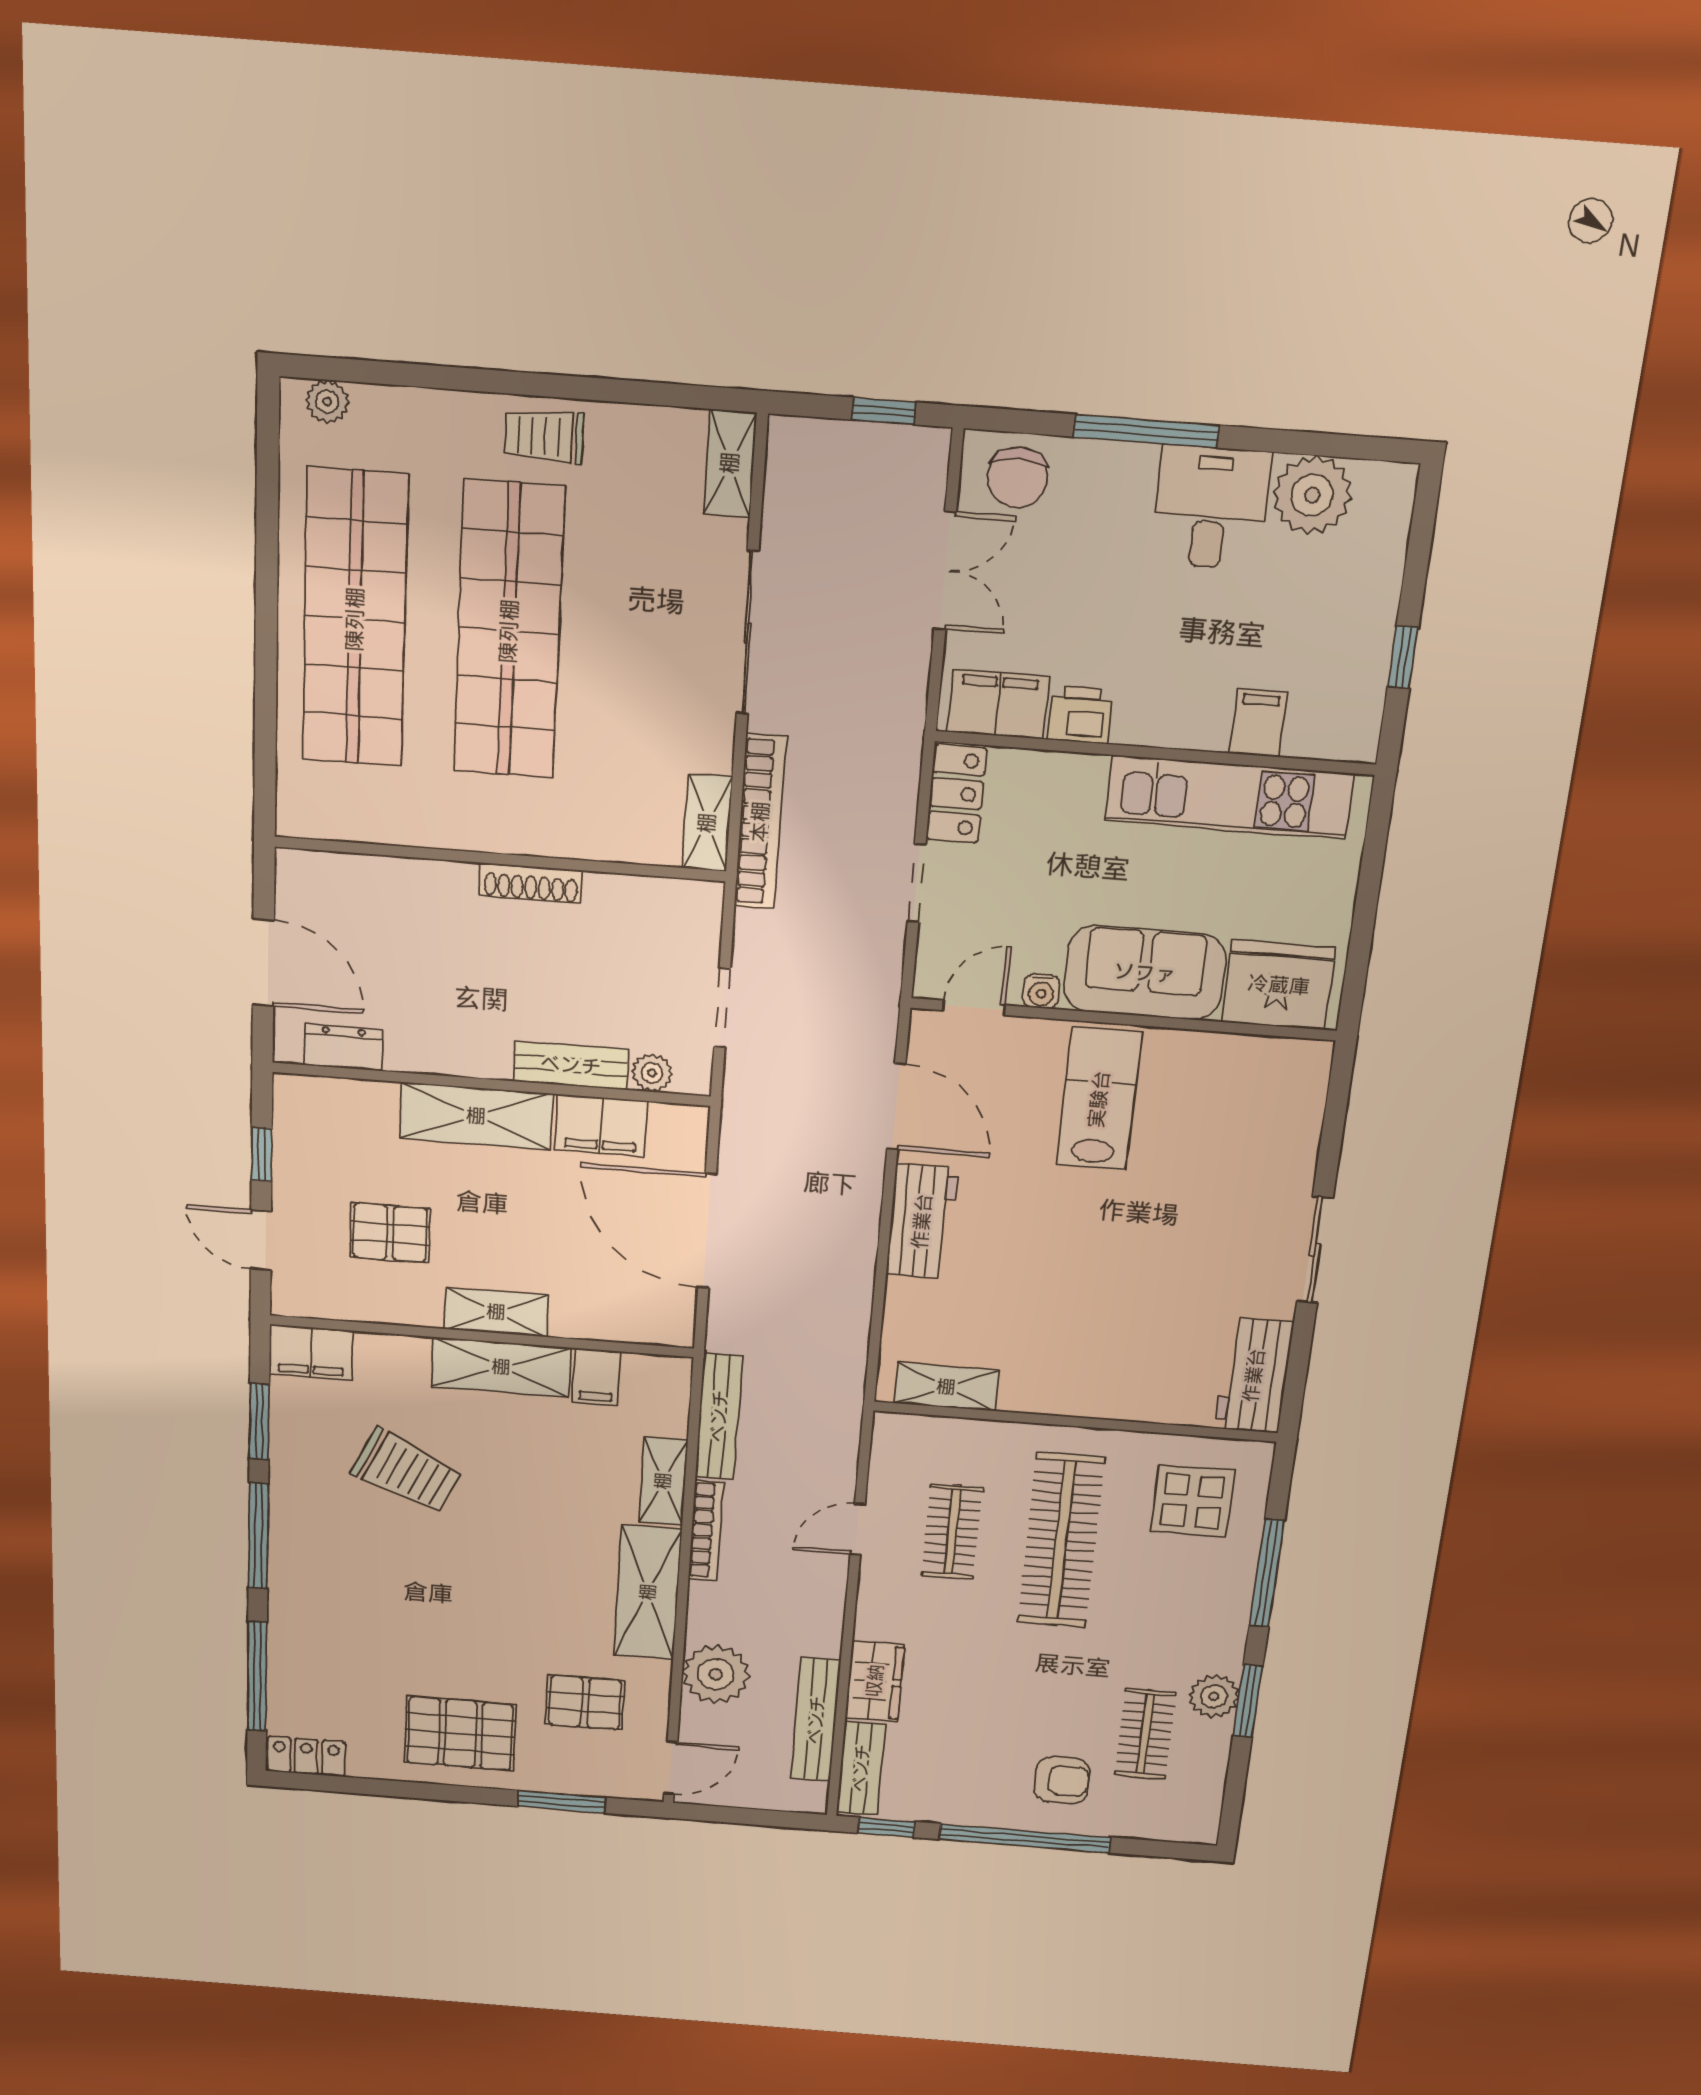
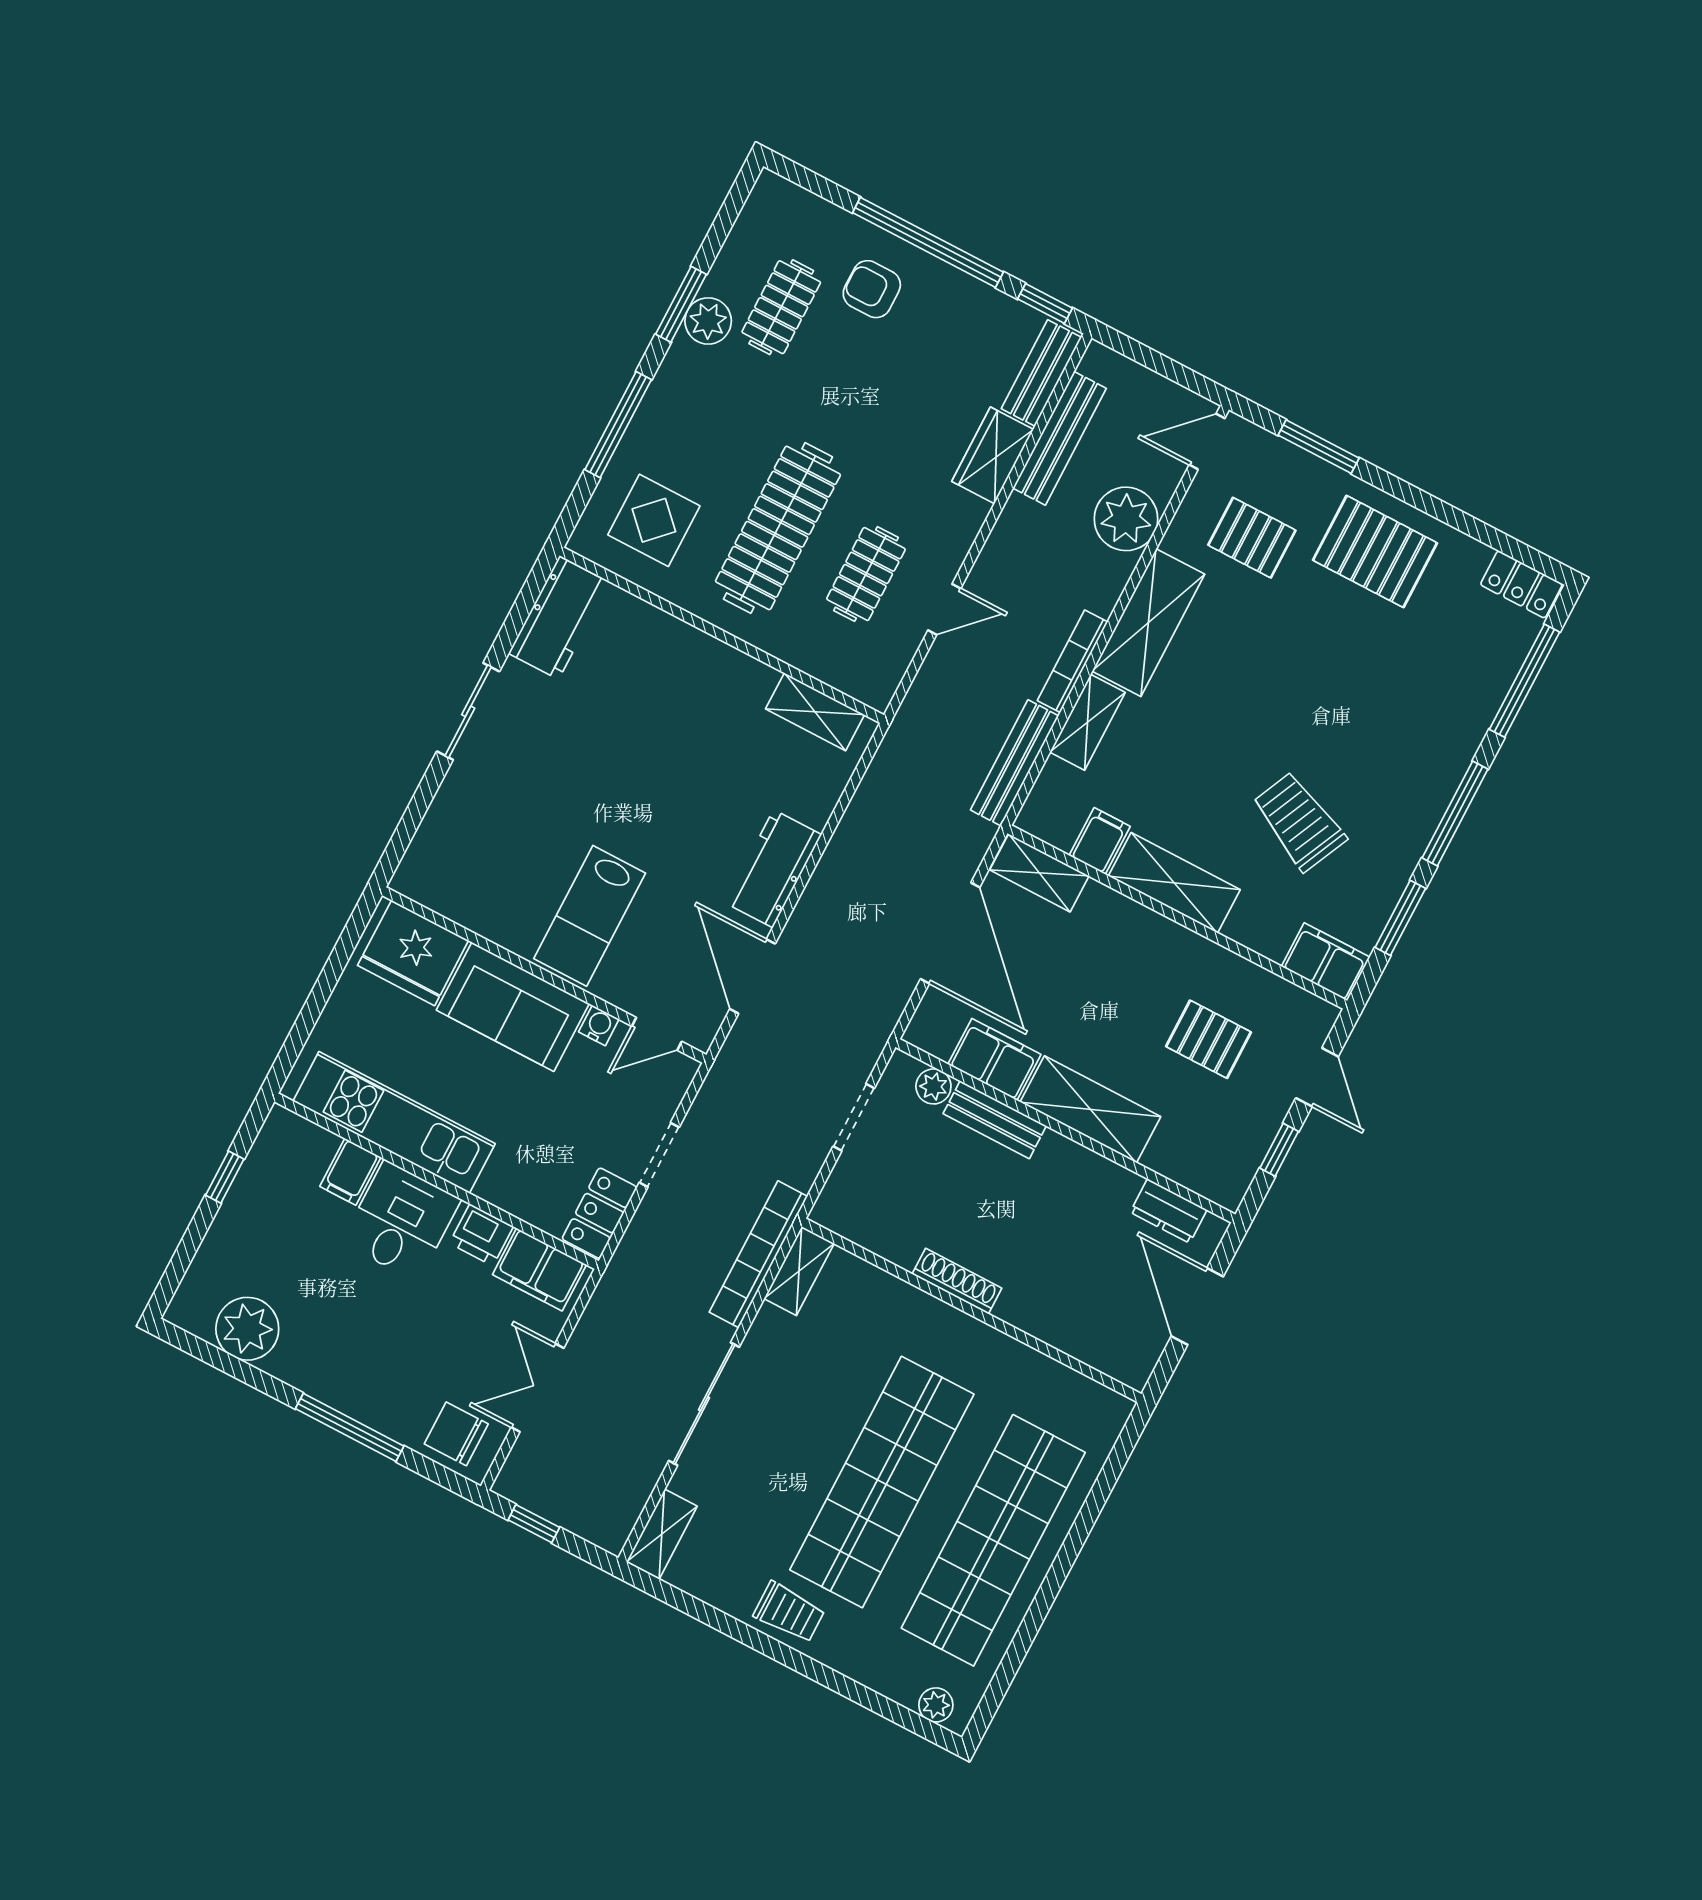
chair: (1018, 477) -> (456, 1434), turned -90
desk: (1211, 508) -> (401, 1221), moved, turned 180
shelving: (496, 1312) -> (1039, 873), moved

